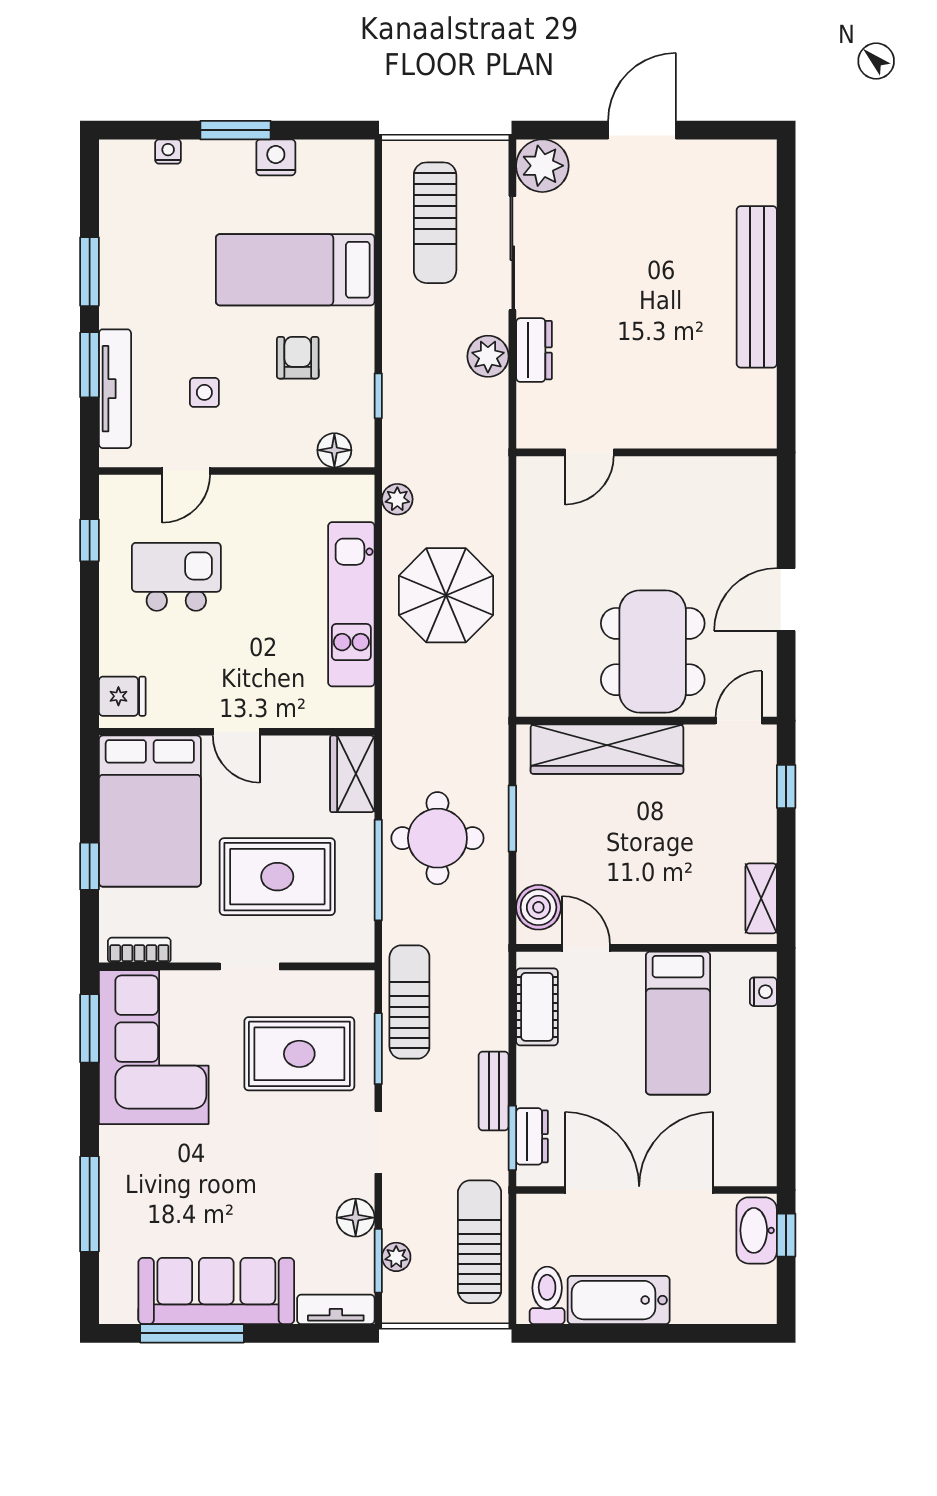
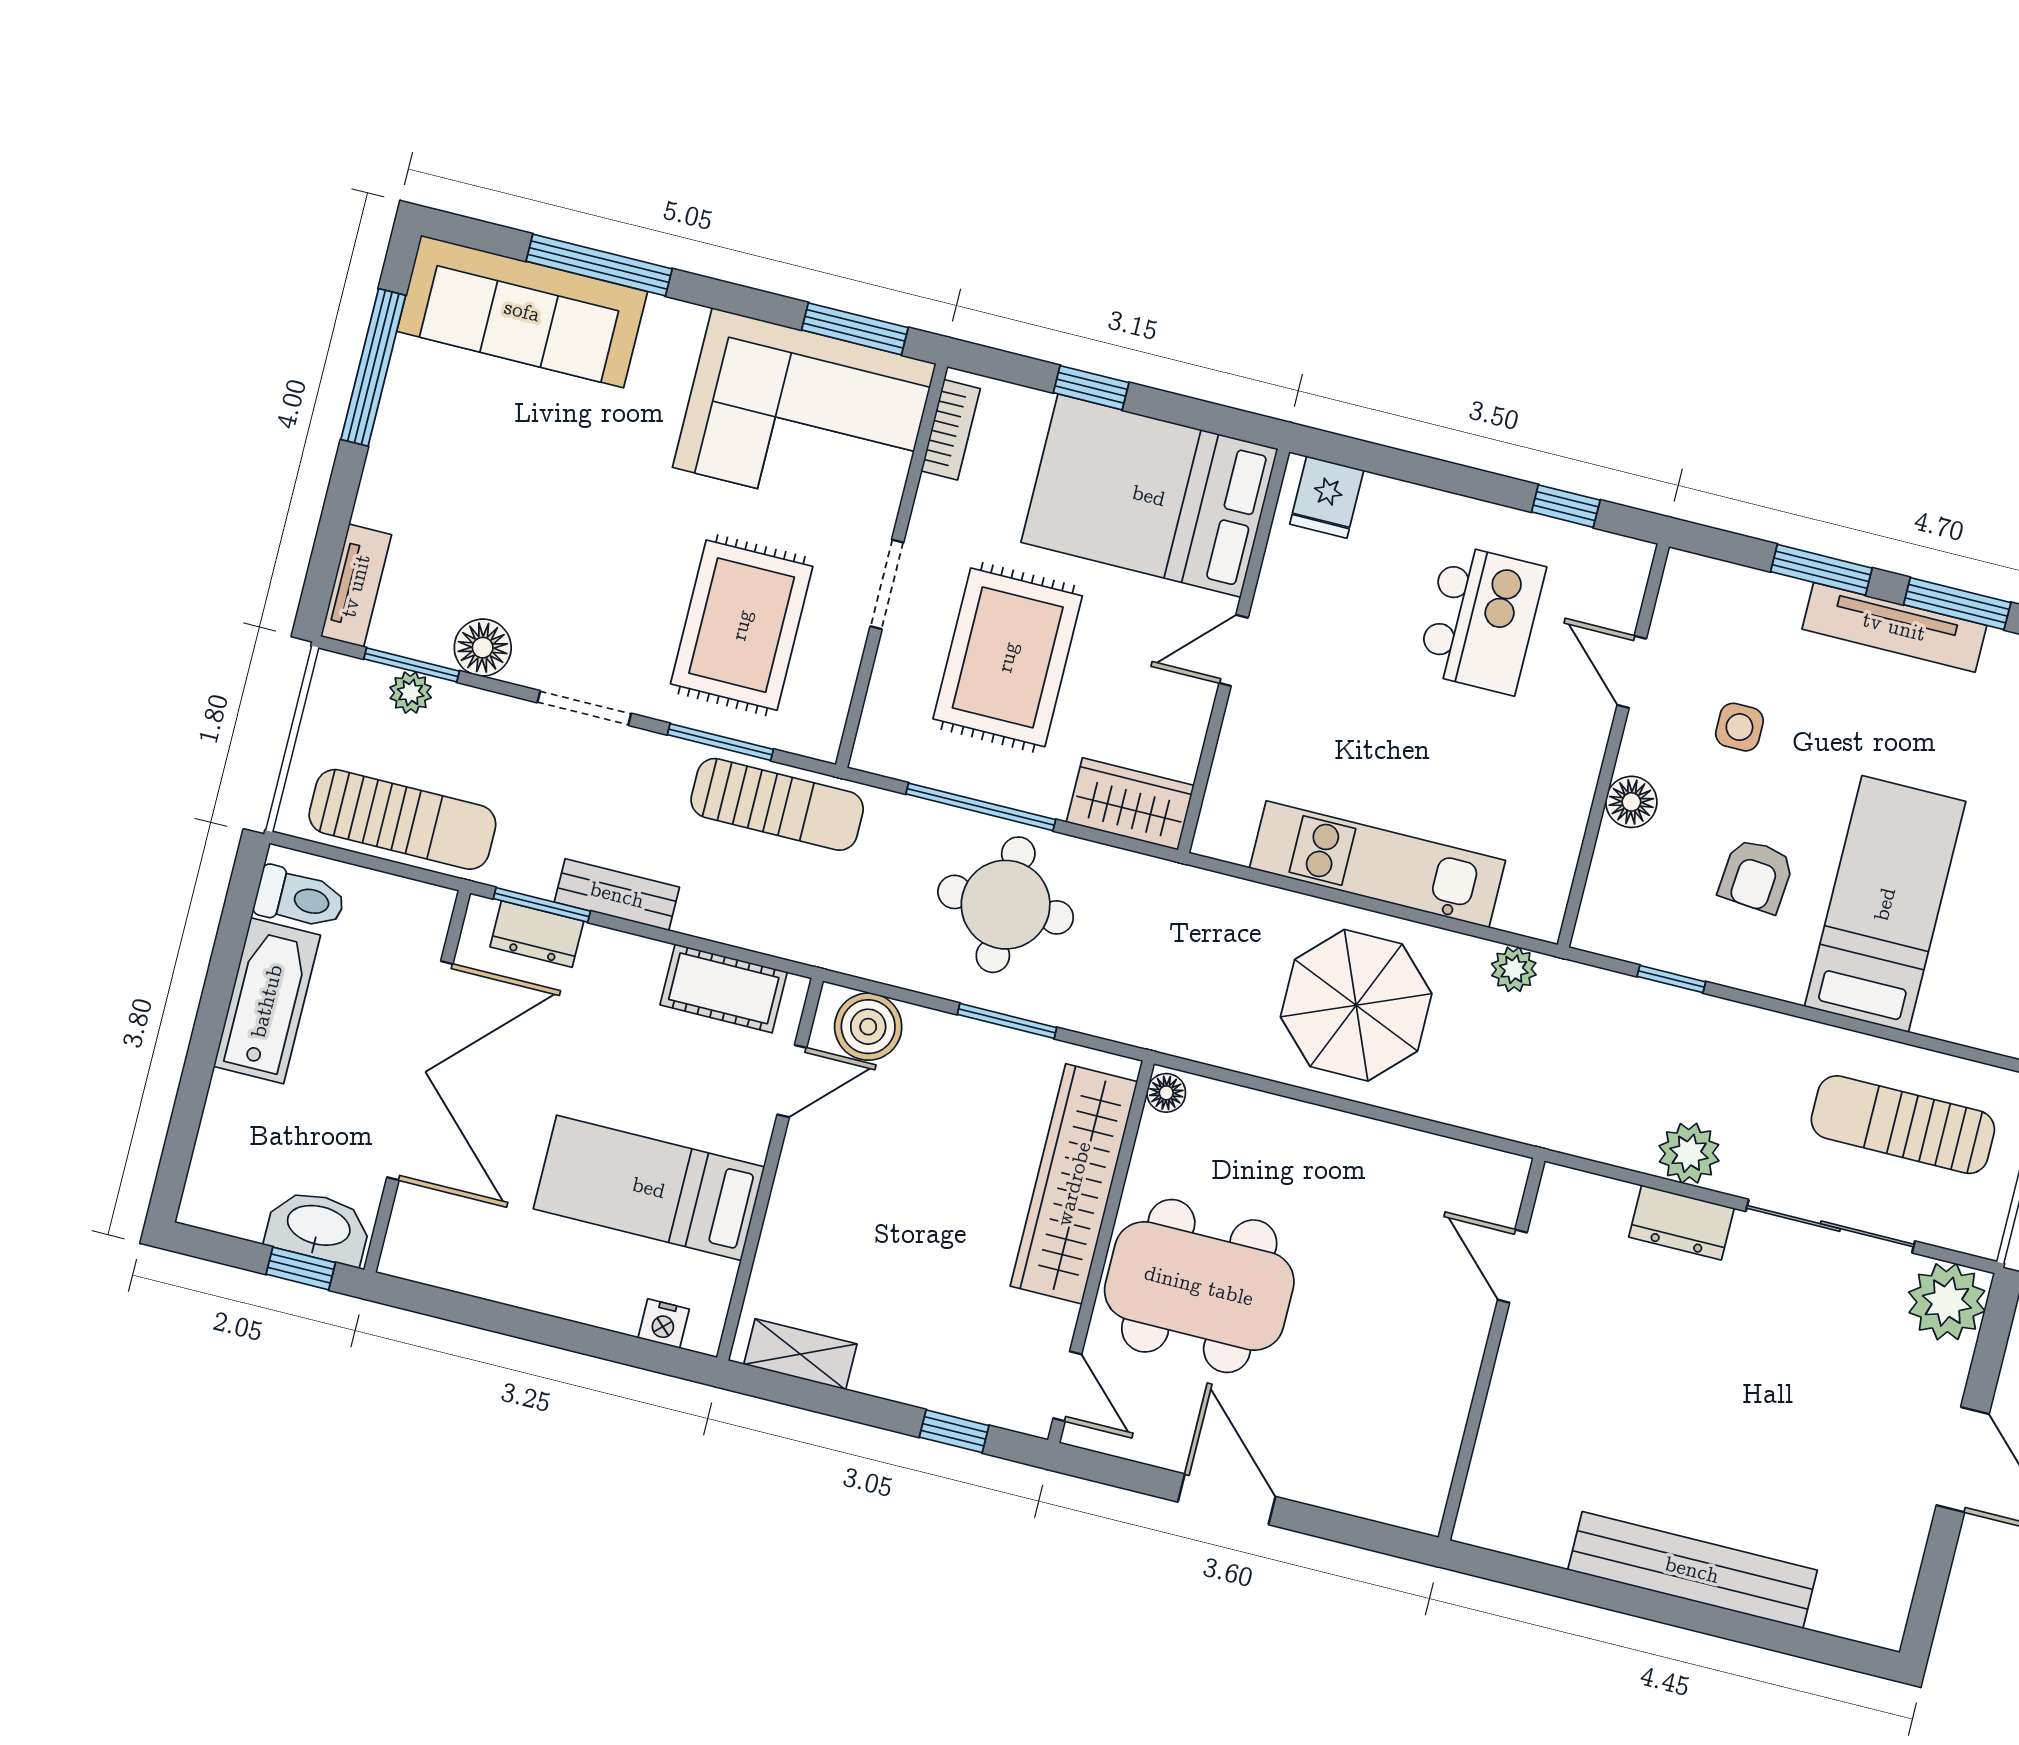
armchair: (298, 358) -> (1756, 876), turned 95
tv unit: (115, 389) -> (1894, 627), moved
floor lamp: (334, 450) -> (1631, 802), moved
floor lamp: (533, 704) -> (1166, 1093), added
sofa: (216, 1291) -> (522, 311), moved, turned 90

